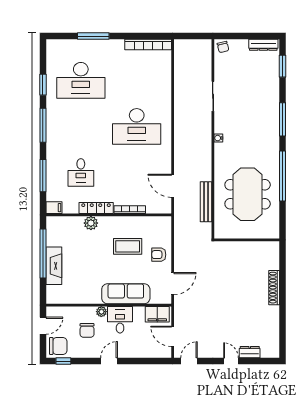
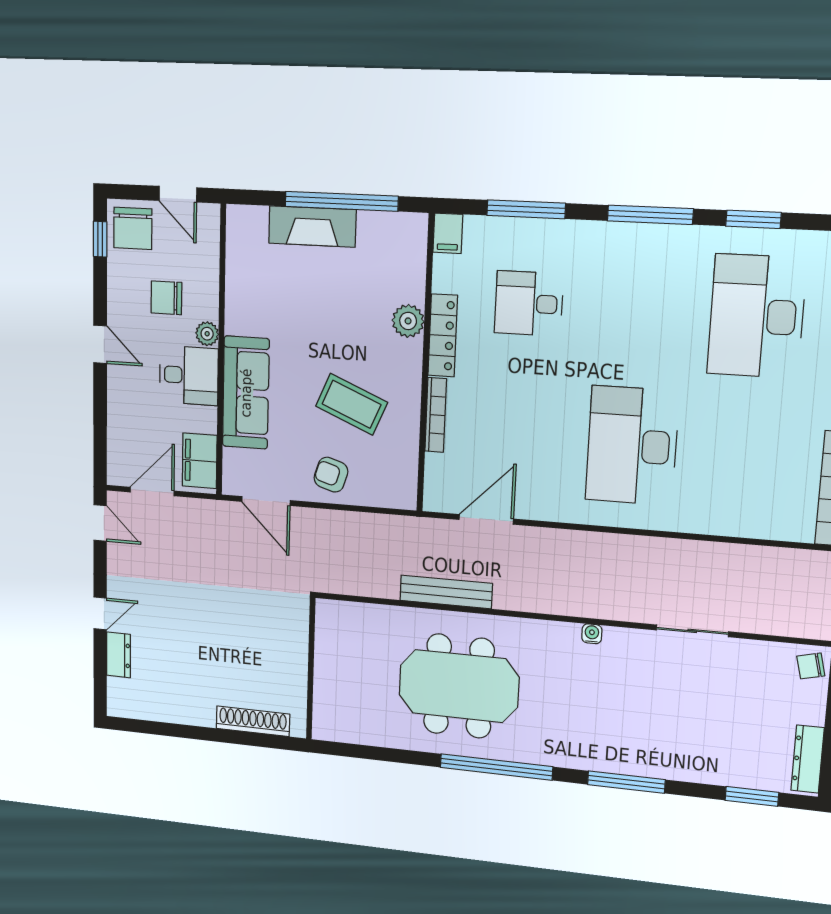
wall: (247, 240) -> (311, 669), moved
coffee table: (128, 246) -> (352, 404), turned -67
armchair: (159, 255) -> (331, 475), turned -73

